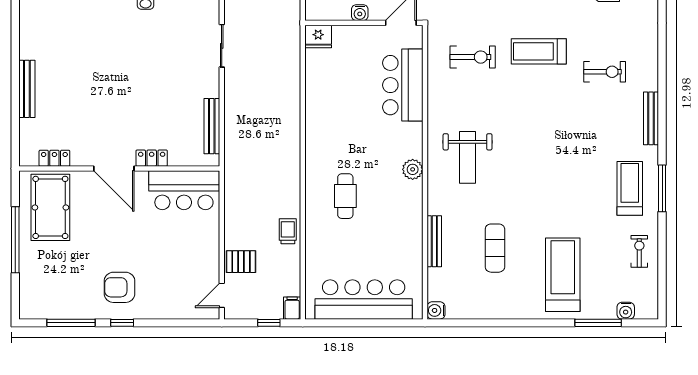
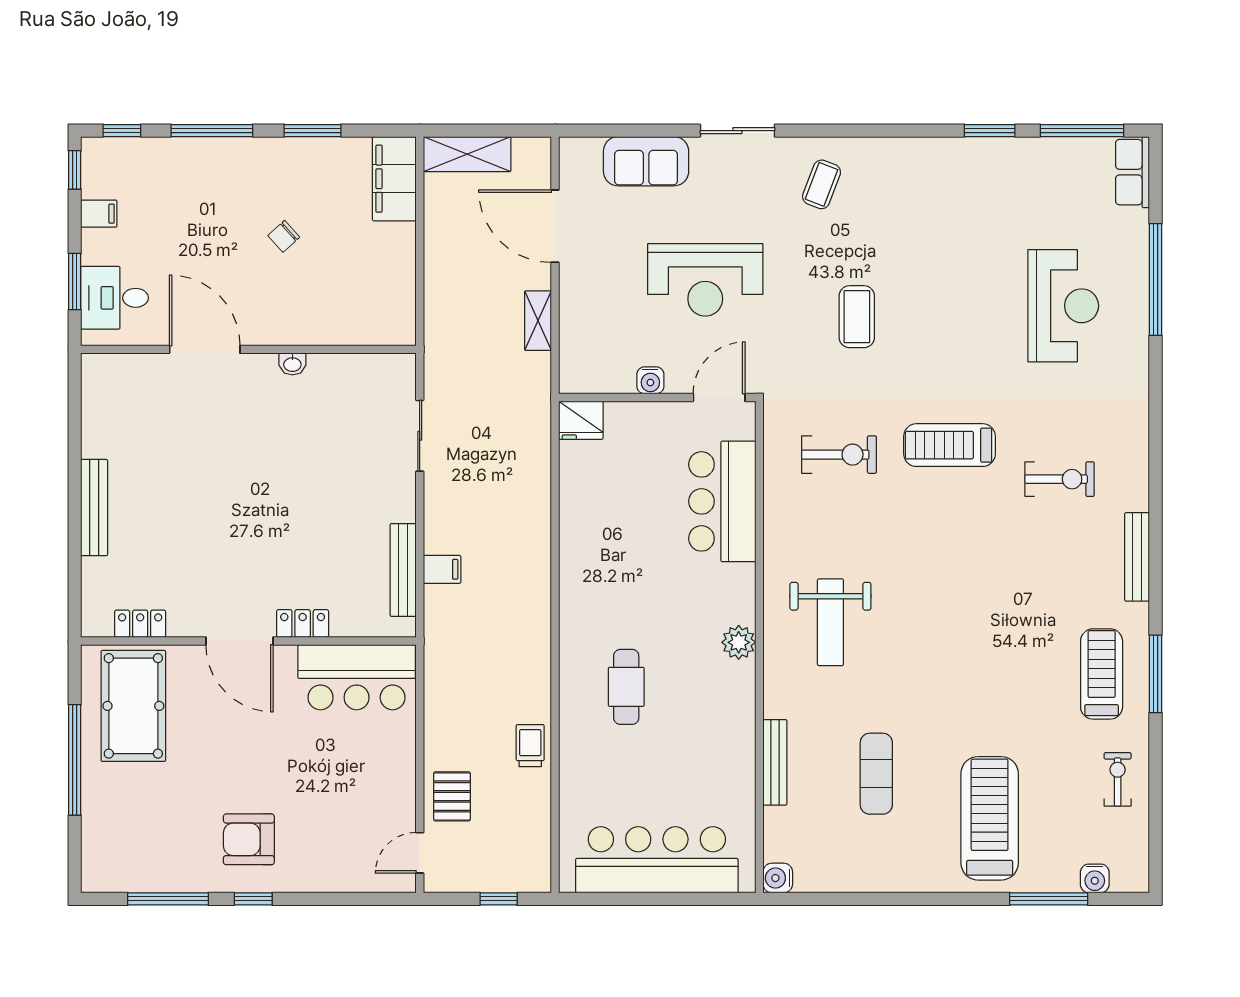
pallet: (241, 262) -> (452, 796), turned 90
filing cabinet: (292, 308) -> (442, 569), moved, turned 90

